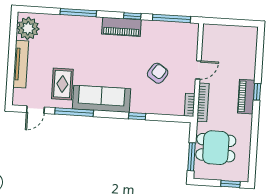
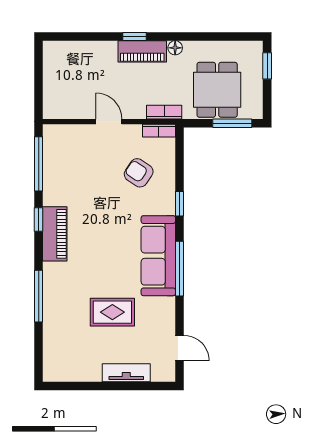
plant: (28, 28) -> (65, 366), removed
tv unit: (21, 64) -> (126, 373), width x0.71
armchair: (158, 73) -> (139, 173), moved
rug: (62, 84) -> (112, 312), moved
bookcase: (203, 102) -> (164, 112), width x0.64
window: (74, 112) -> (180, 269), moved
floor lamp: (247, 120) -> (175, 48), added

